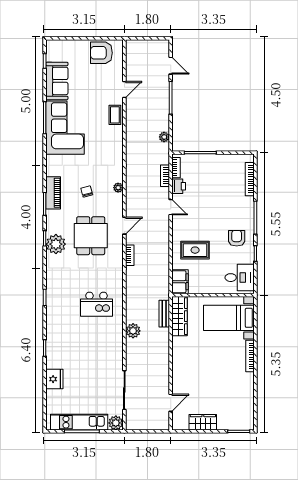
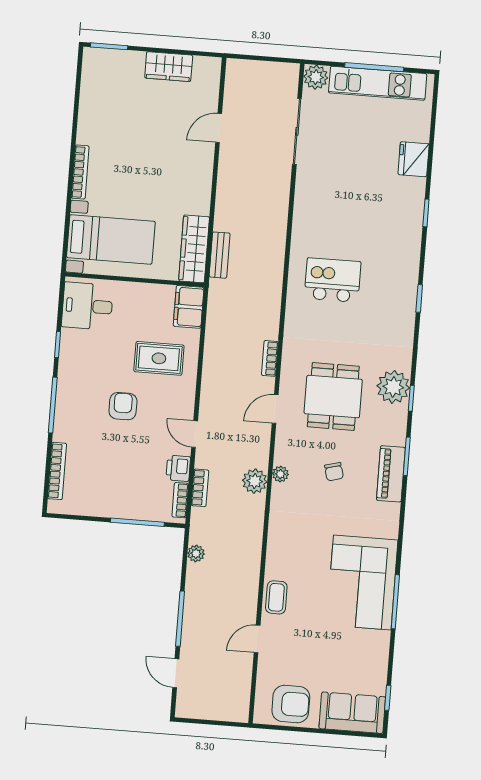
sofa: (57, 81) -> (352, 713), moved, turned 90
armchair: (237, 238) -> (123, 406), moved, turned 180
plant: (133, 331) -> (255, 481), moved
door: (171, 403) -> (219, 128), moved

